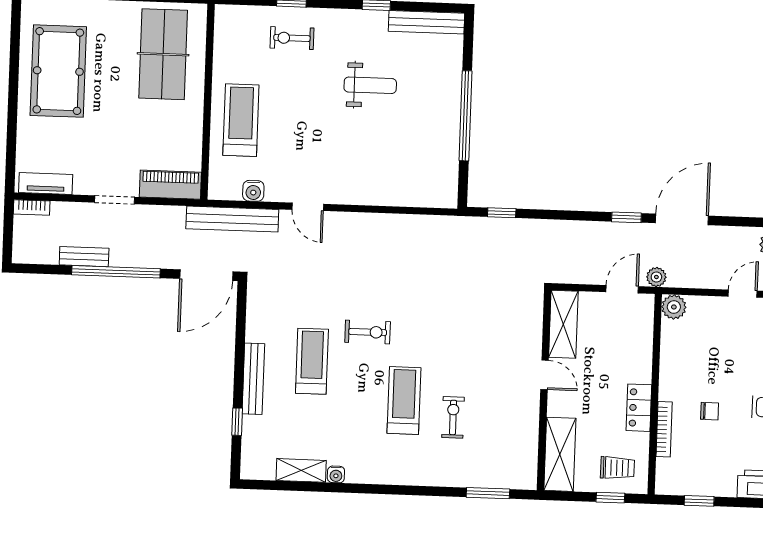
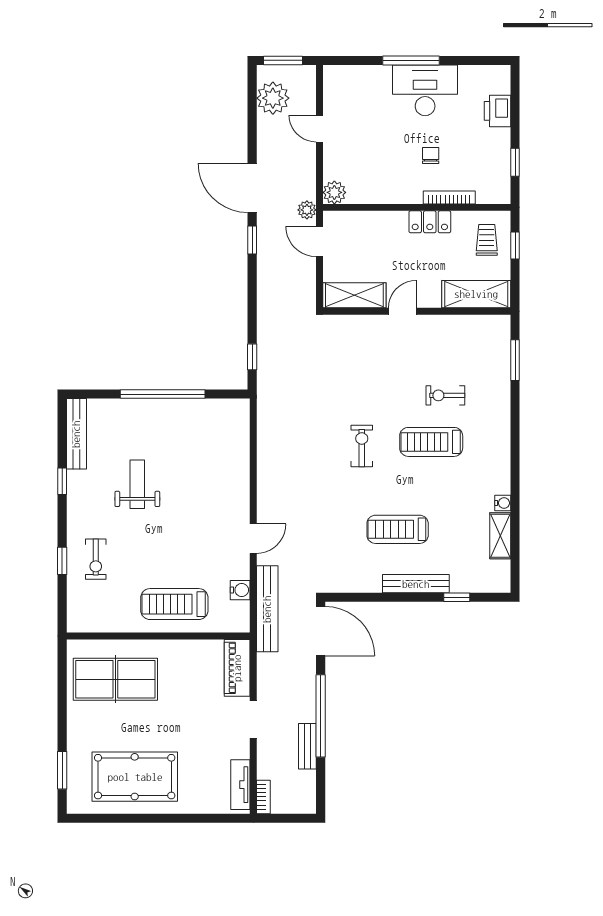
exercise bike: (368, 332) -> (362, 446), moved

